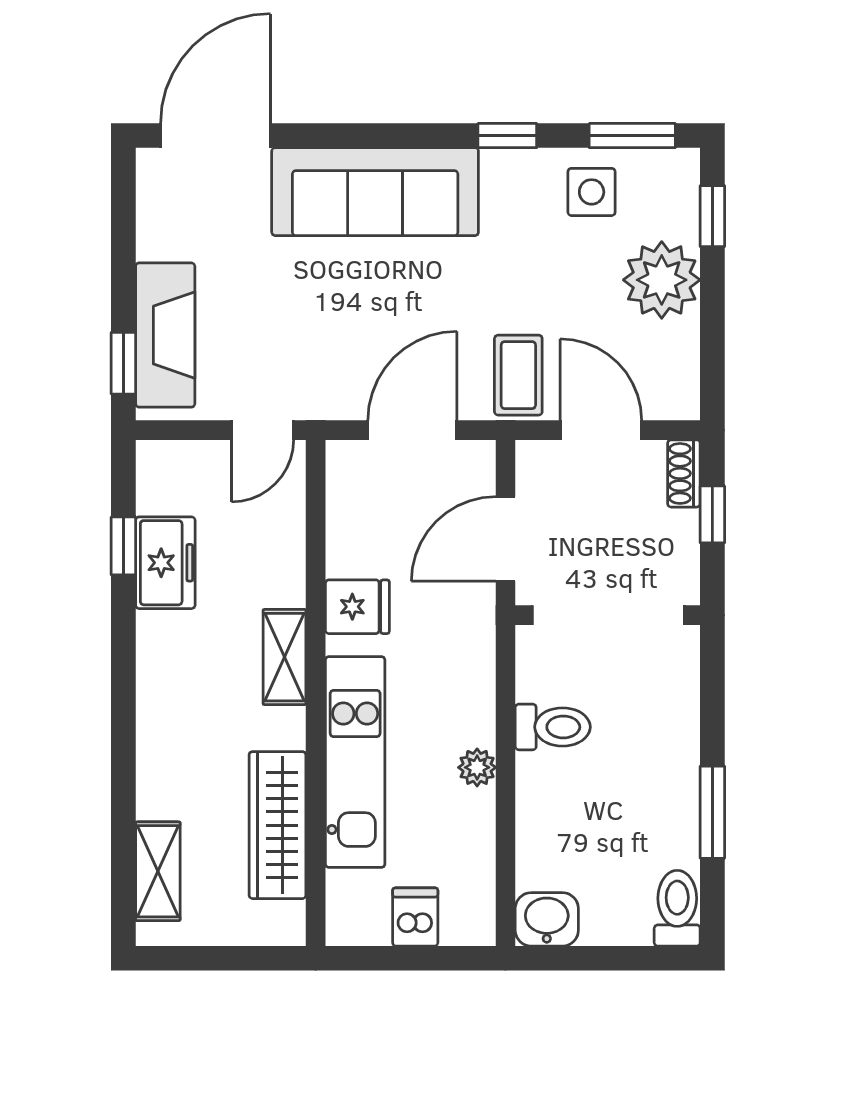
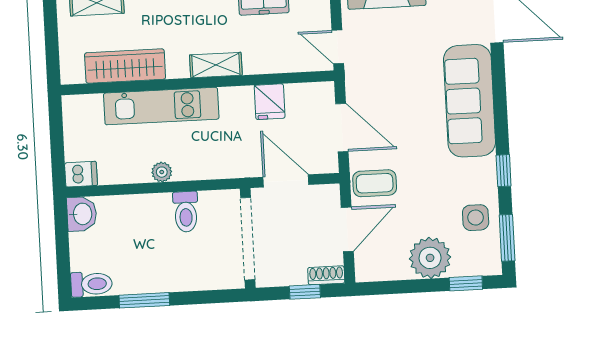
fridge: (357, 607) -> (270, 102), moved
dishwasher: (415, 917) -> (81, 174), moved

